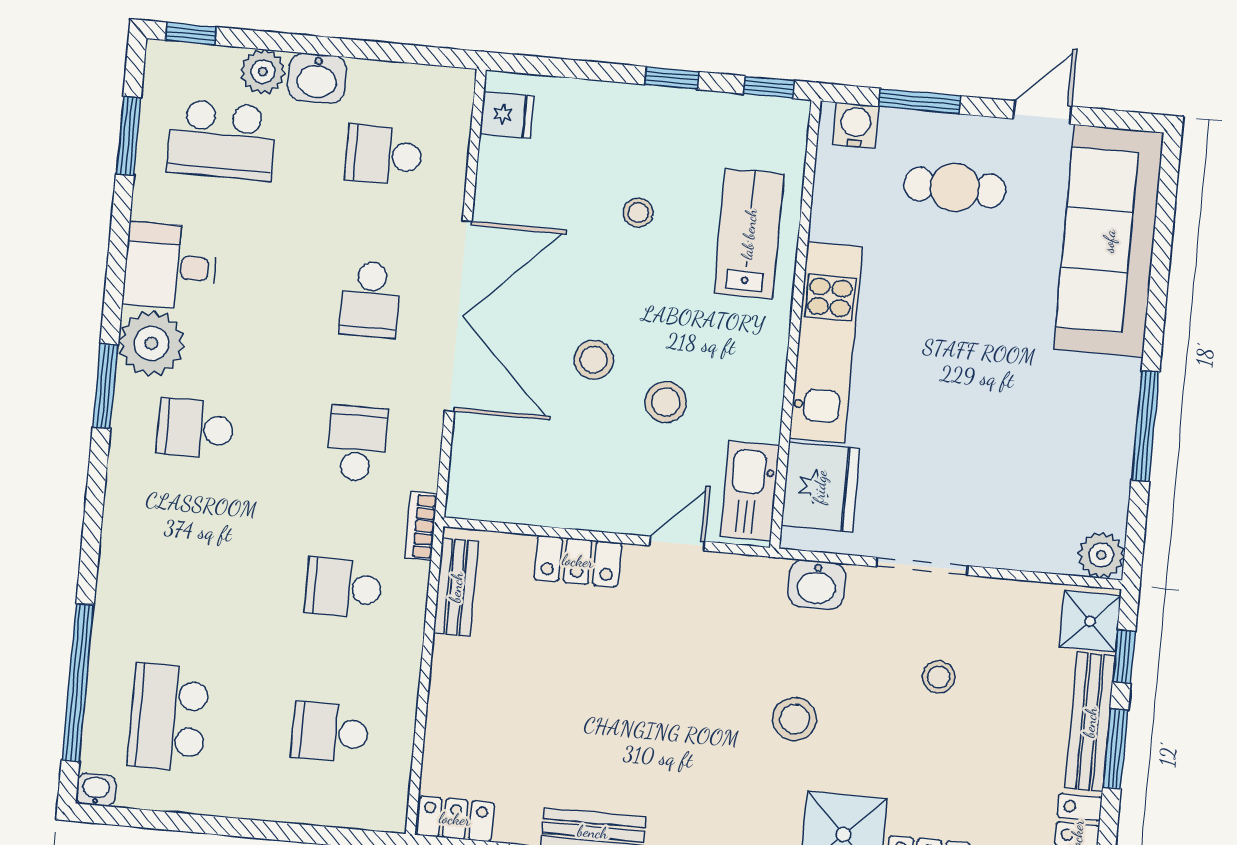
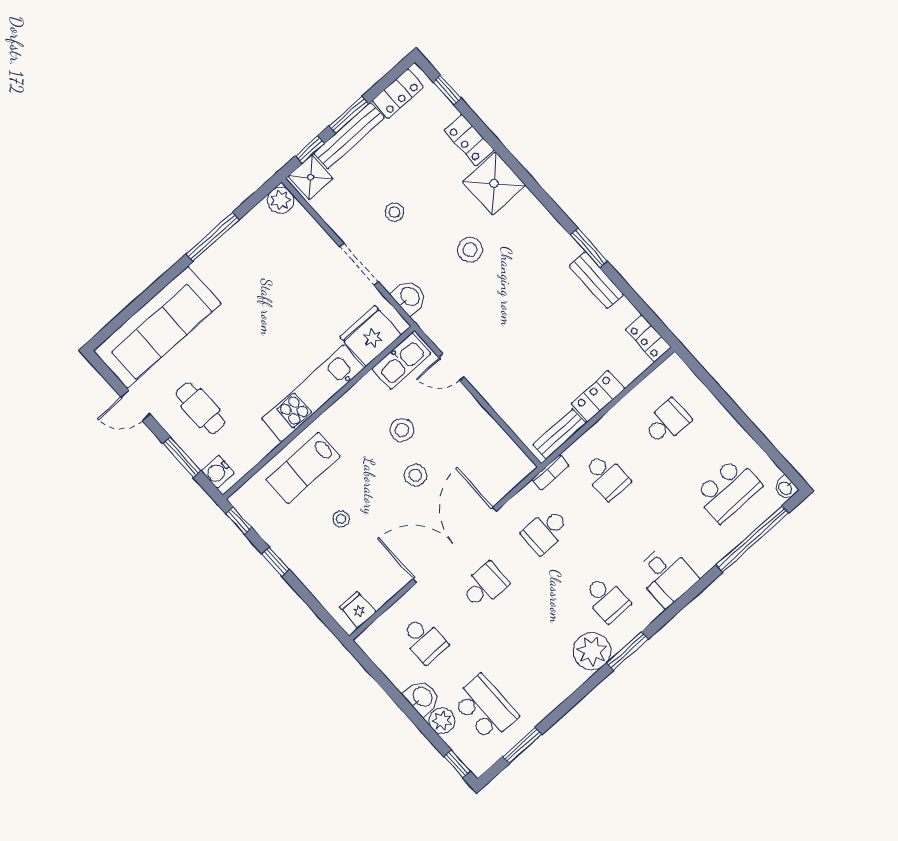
desk: (170, 266) -> (666, 576), moved
locker: (578, 561) -> (598, 396), moved, turned -90
school desk: (330, 732) -> (667, 422), turned -90

